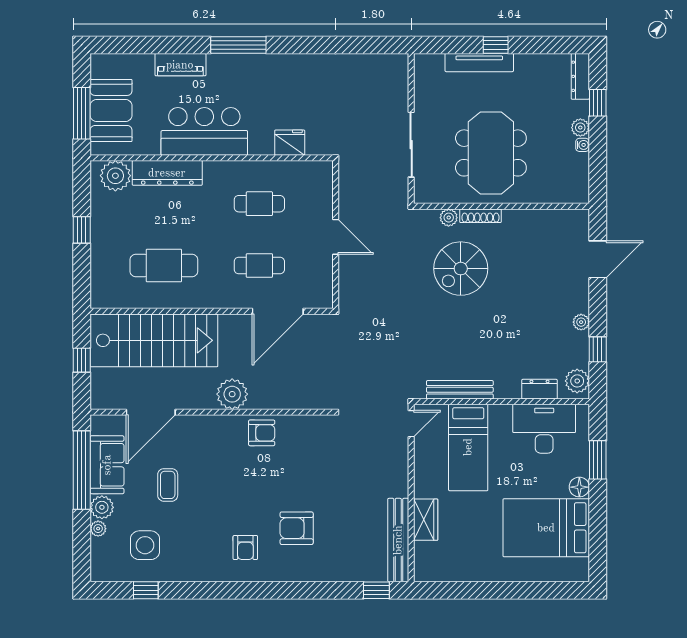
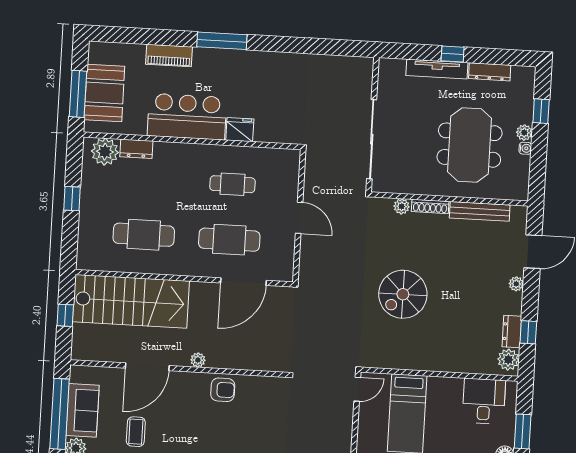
dresser: (580, 76) -> (490, 72), moved, turned -90
fridge: (290, 143) -> (240, 130), moved
sliding door: (411, 145) -> (372, 139), width x1.36
meeting table: (491, 153) -> (470, 145), moved
dresser: (167, 173) -> (136, 149), width x0.51, depth x0.80
cafe table: (259, 266) -> (229, 240), width x1.37, depth x1.35
spiral stairs: (461, 269) -> (403, 294), moved
plant: (581, 322) -> (516, 284), moved
dresser: (540, 389) -> (512, 332), moved, turned -90
bench: (460, 390) -> (480, 211), moved
plant: (232, 394) -> (198, 360), width x0.53, depth x0.53
door: (151, 412) -> (147, 367), moved
desk: (544, 429) -> (484, 401), width x0.73

